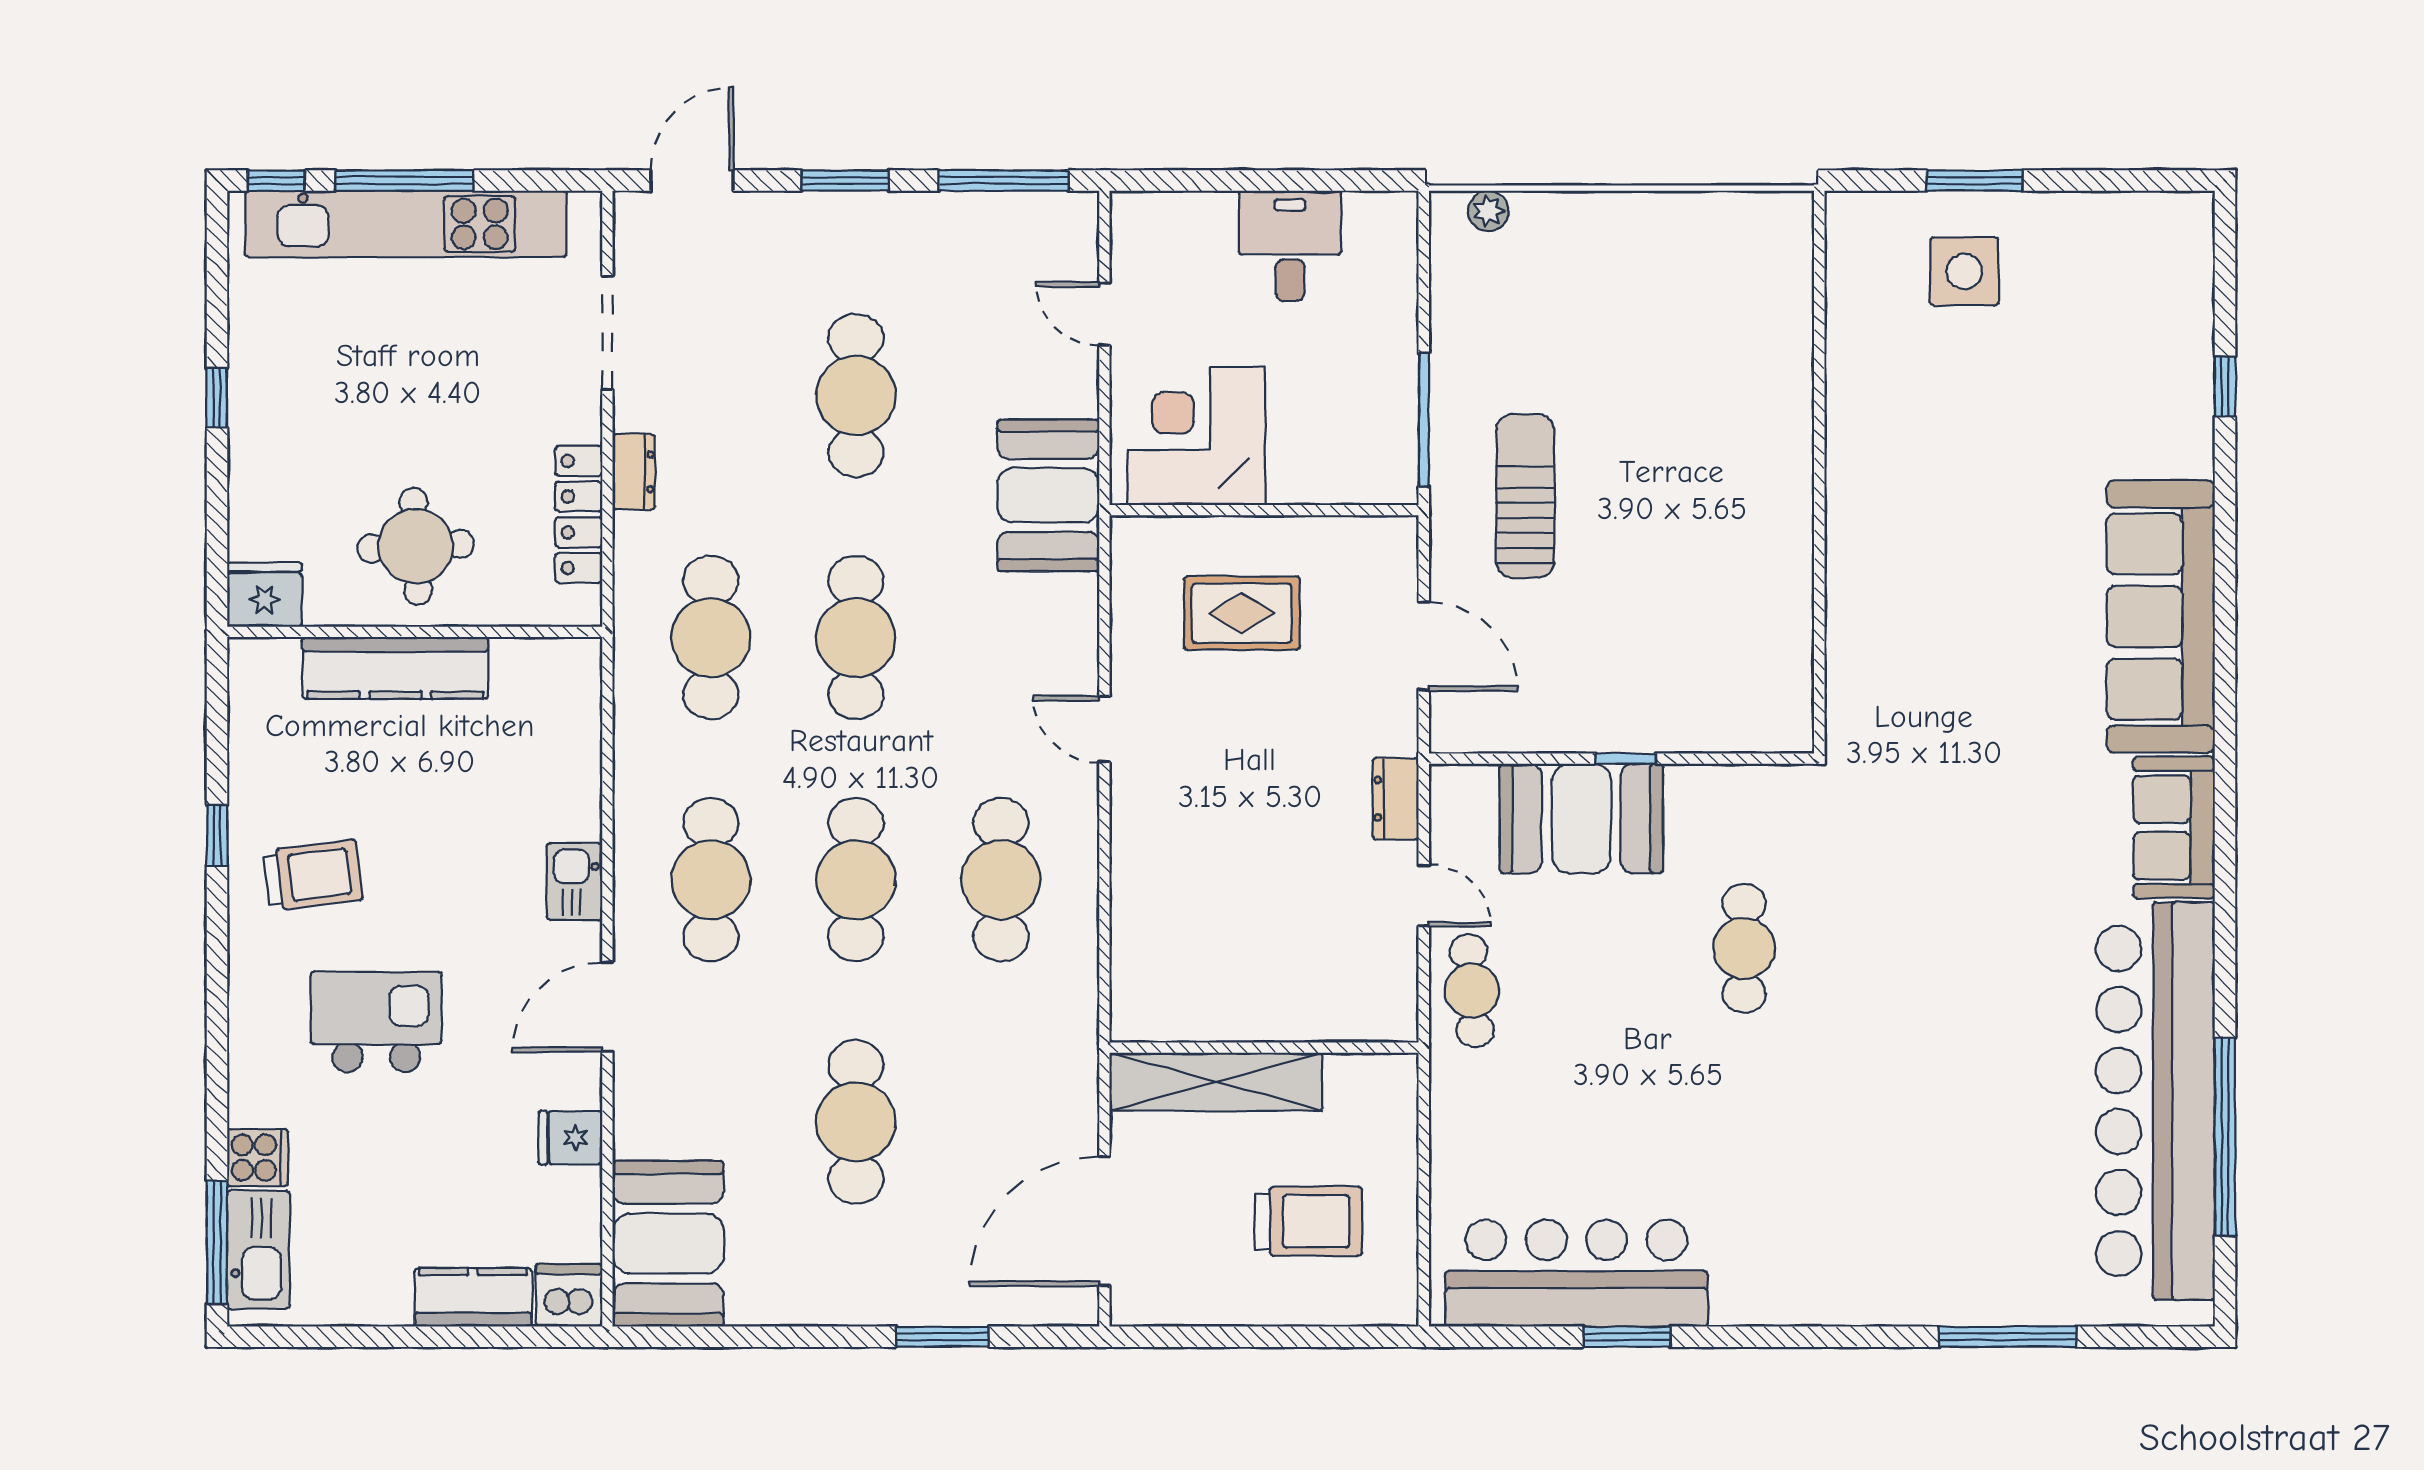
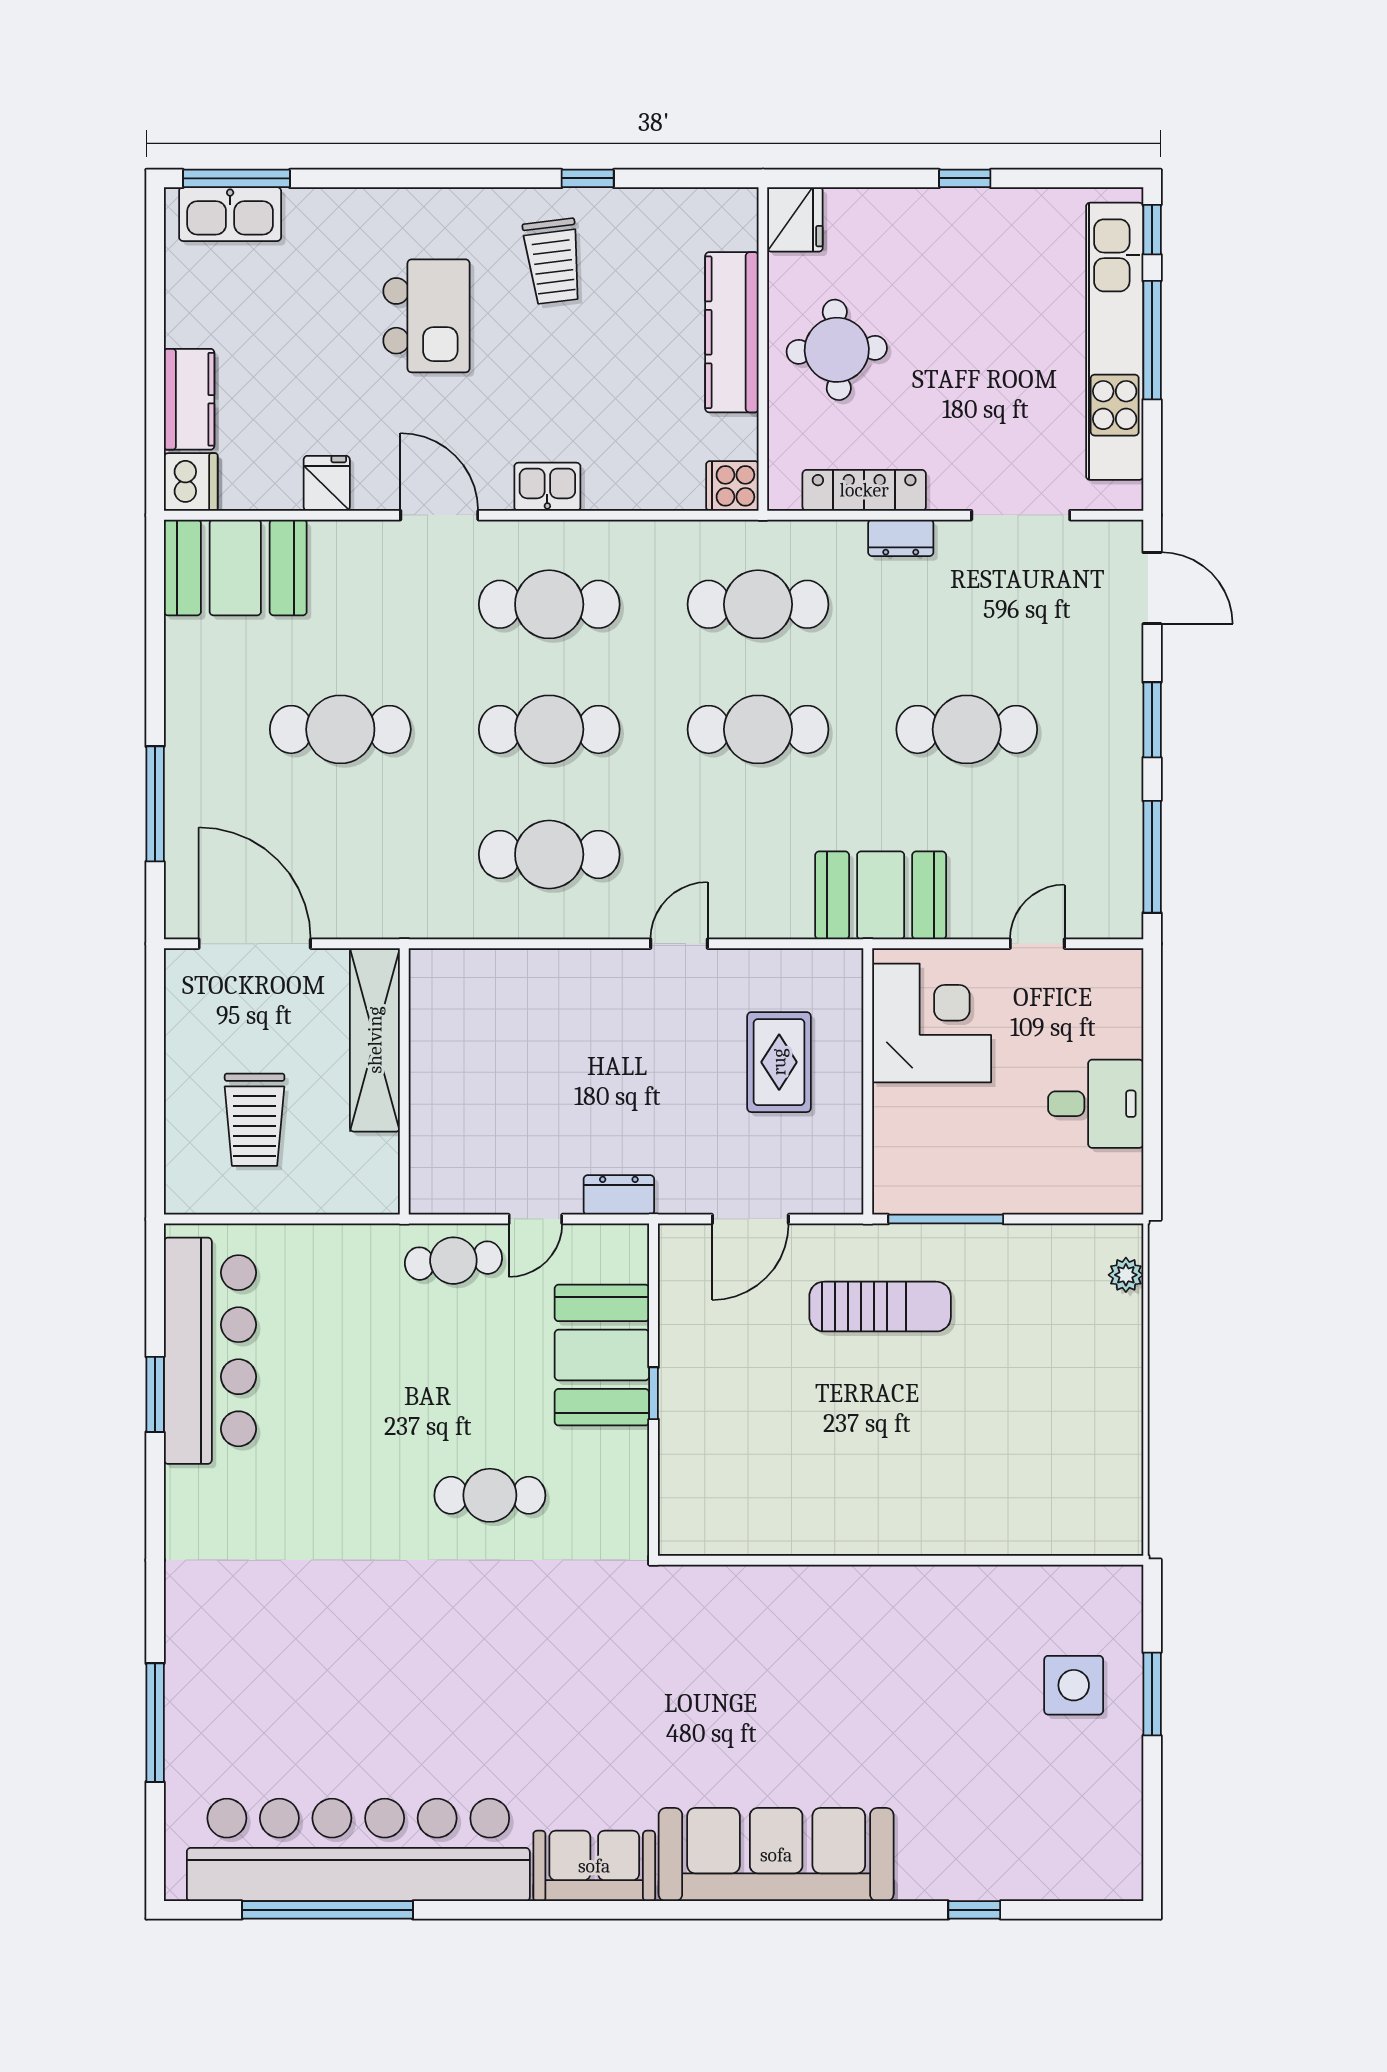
cooker: (258, 1158) -> (732, 486), moved, turned 90
window: (942, 1337) -> (155, 804), width x1.44

